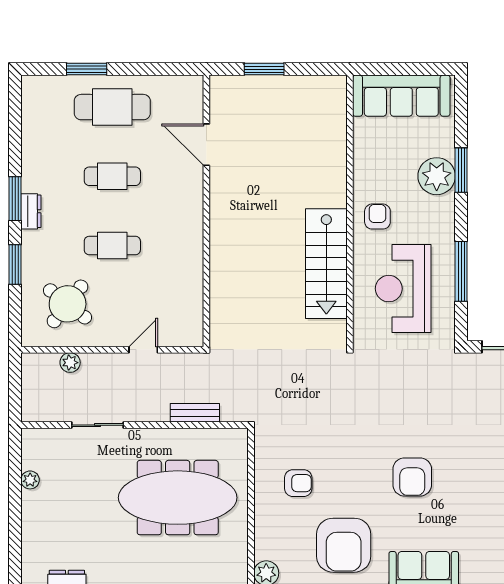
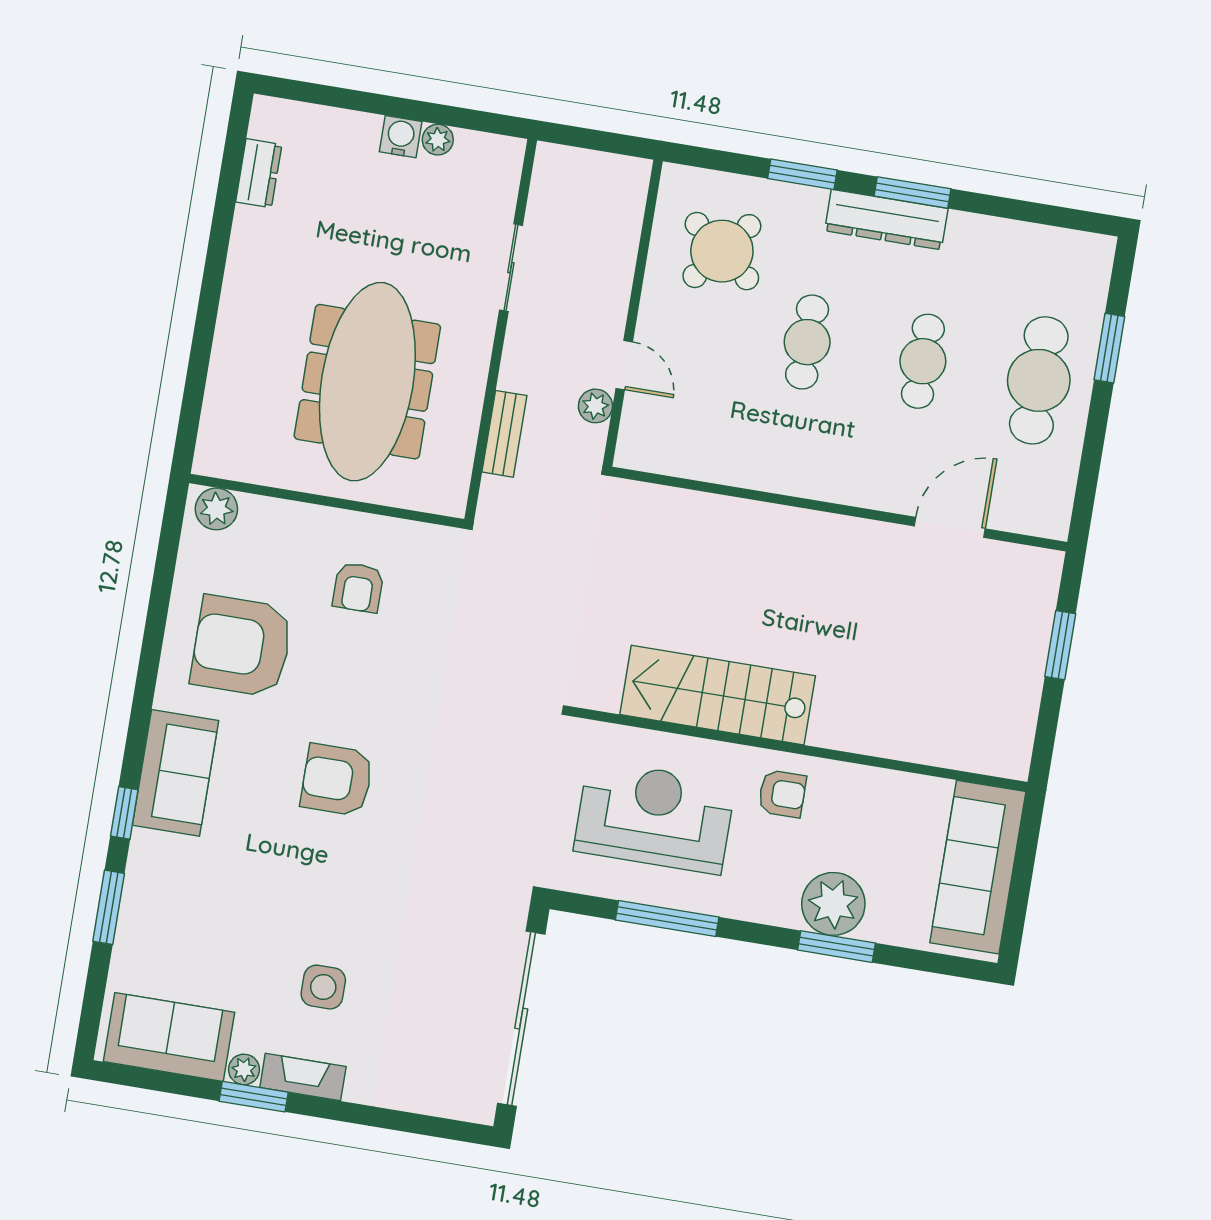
dresser: (31, 211) -> (886, 220), width x1.96, depth x1.24
plant: (70, 363) -> (595, 406), moved
water cooler: (32, 502) -> (401, 137), added

